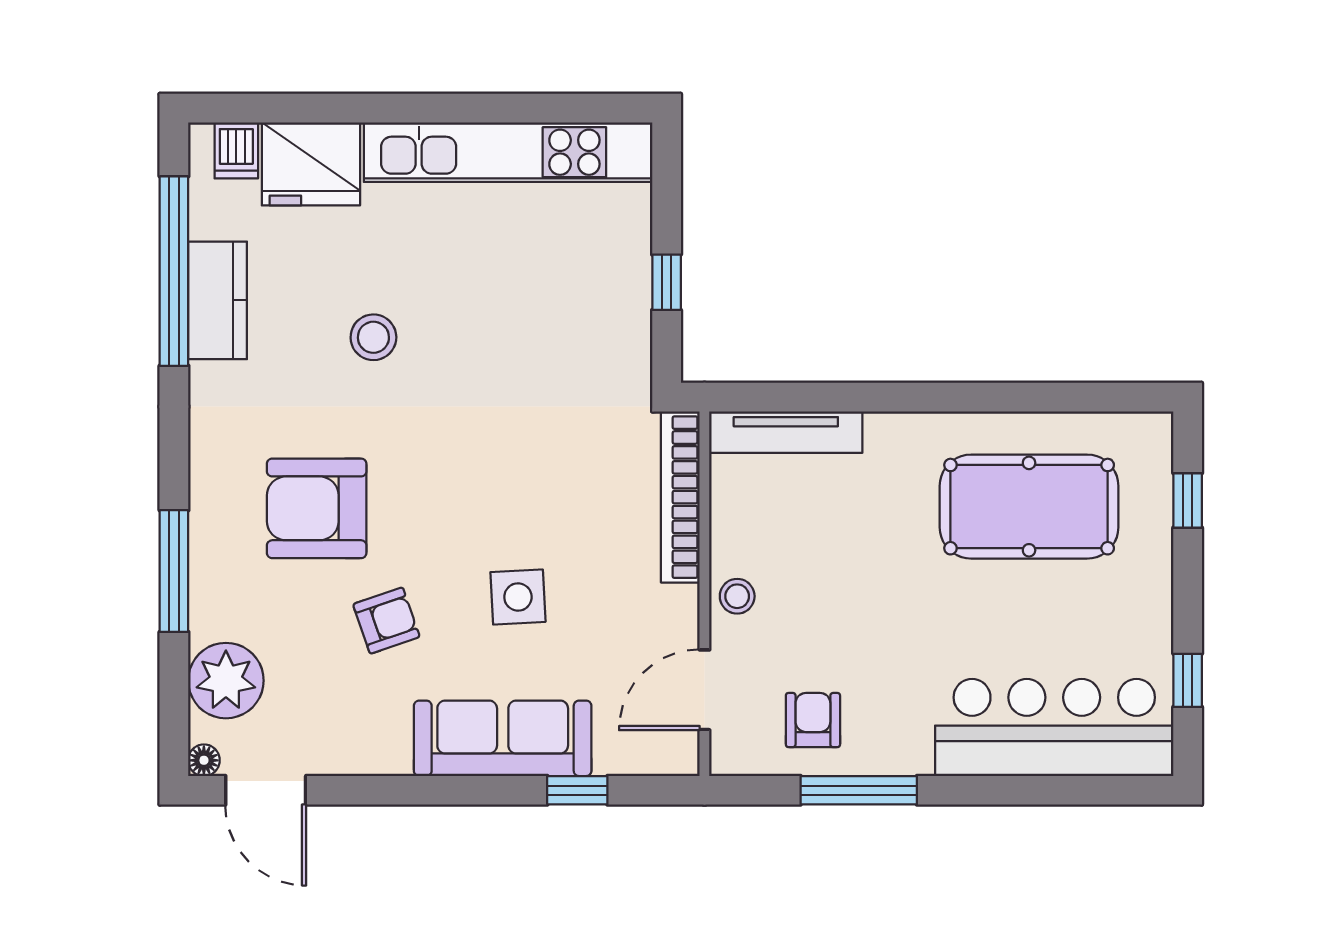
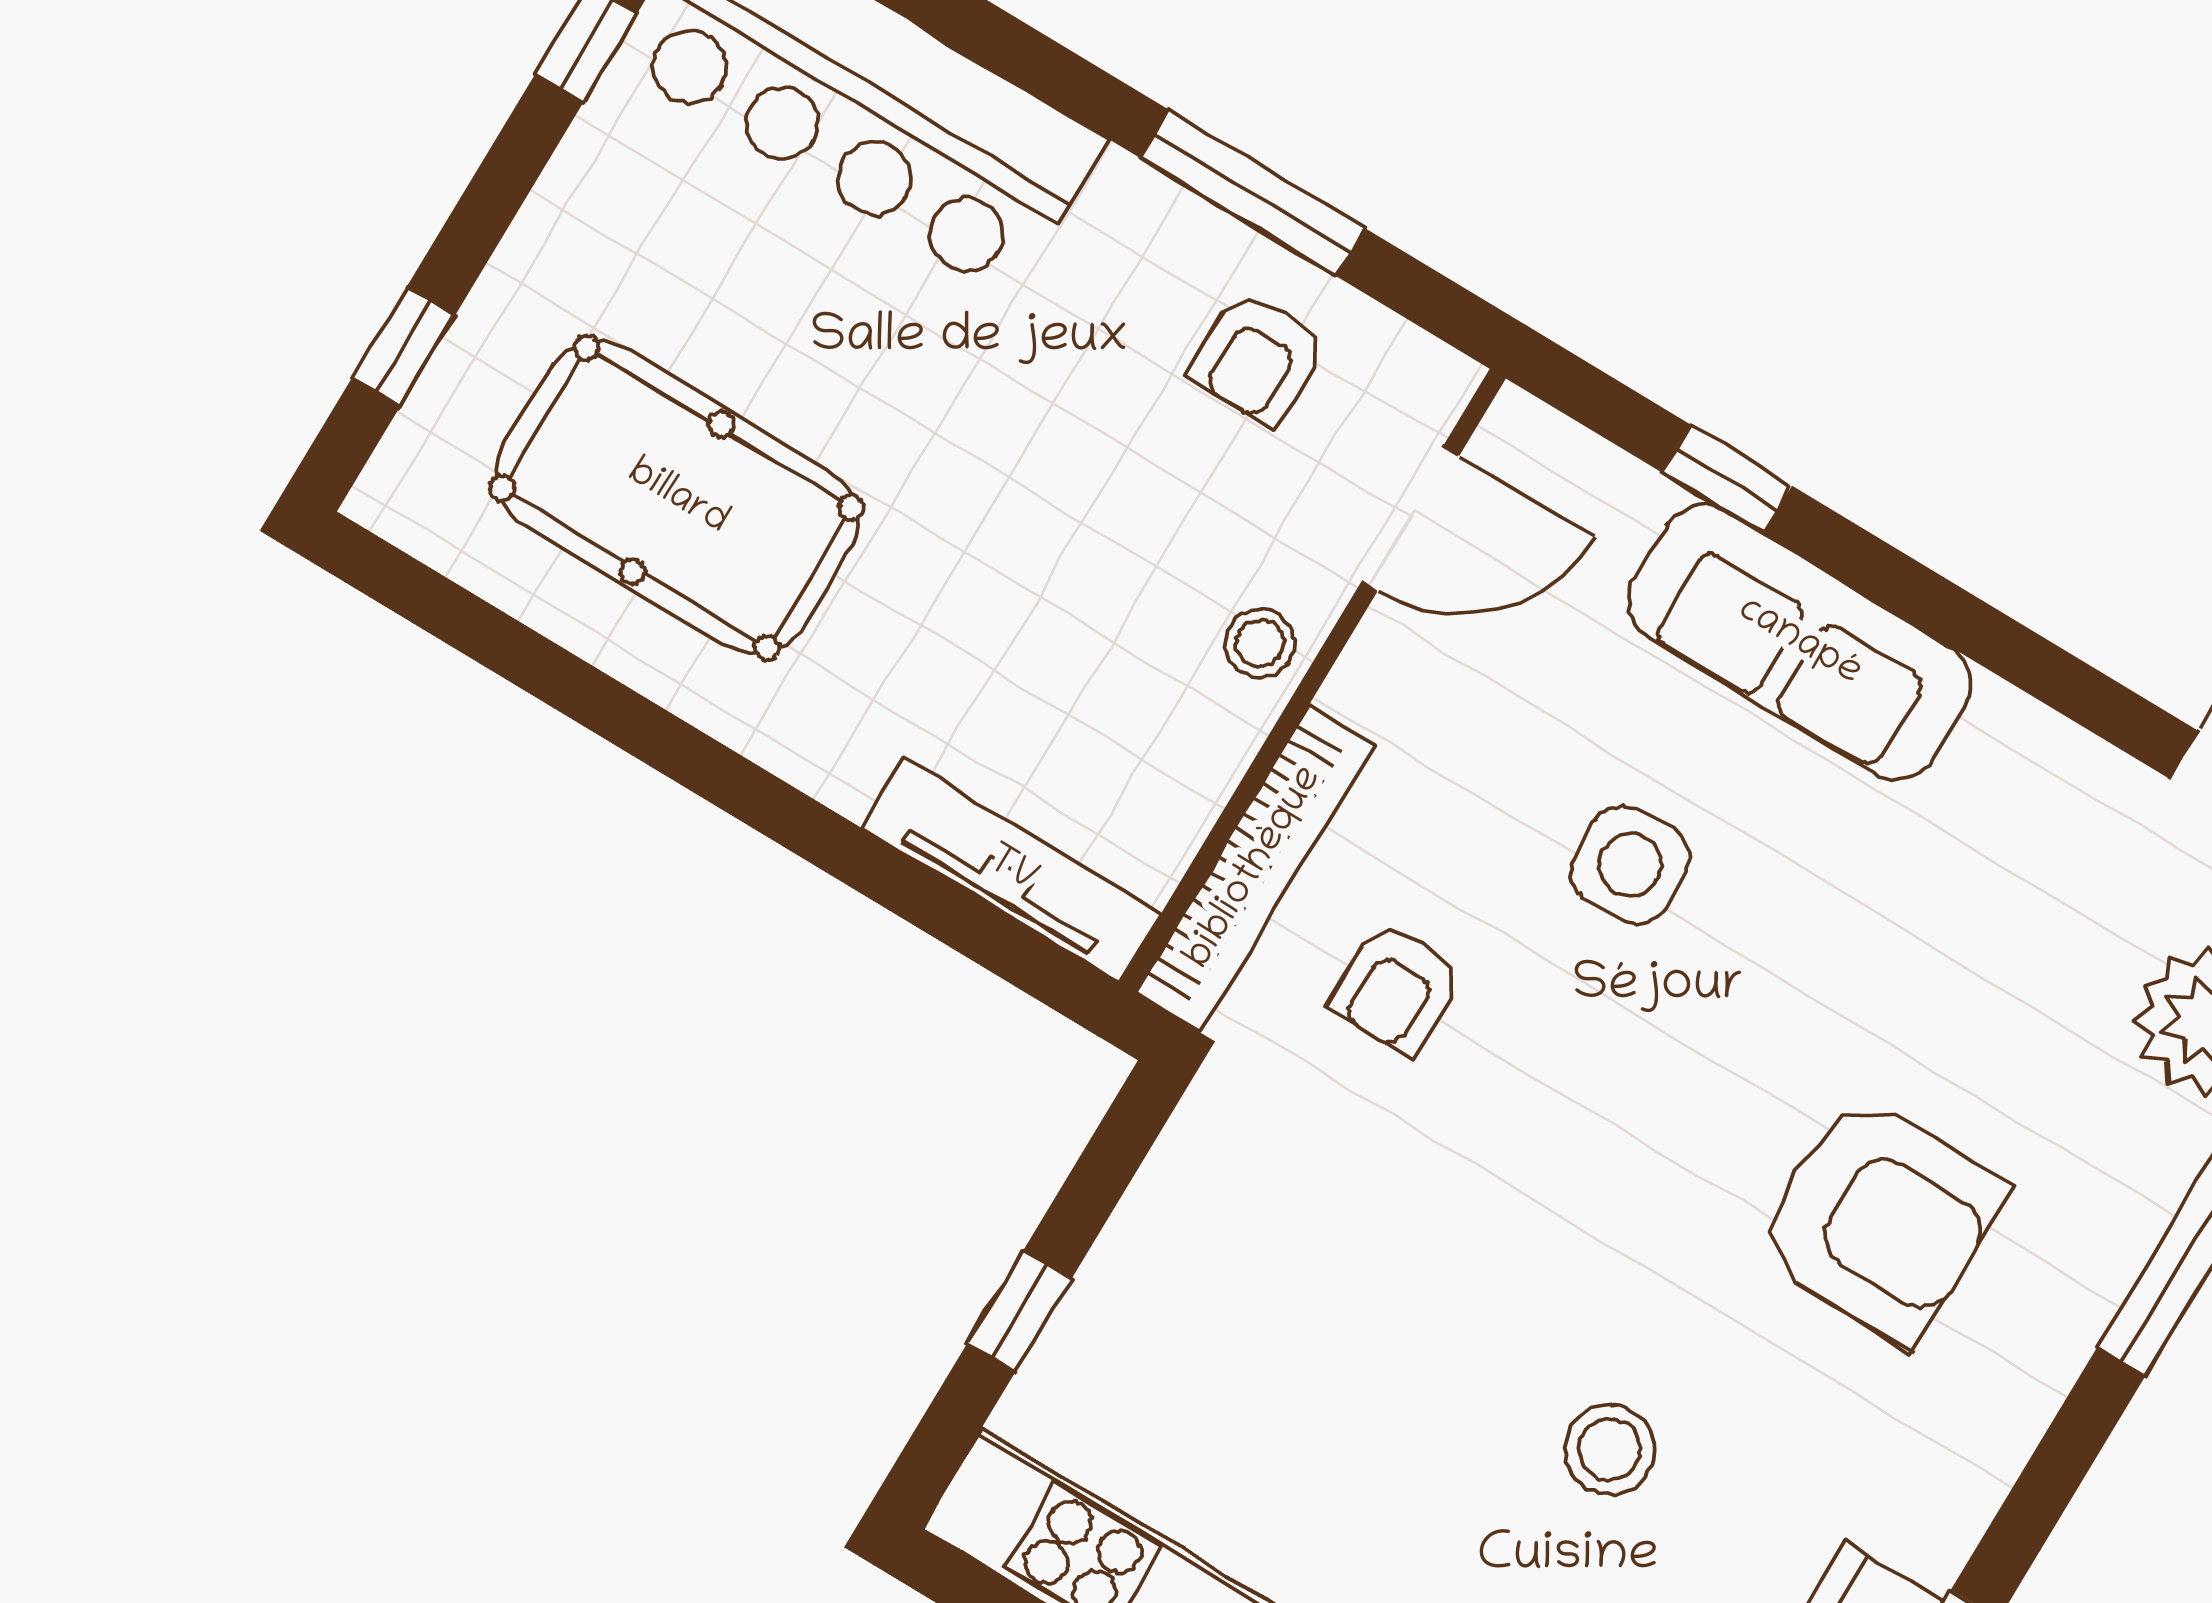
window: (667, 282) -> (1019, 1311), moved
armchair: (386, 621) -> (1396, 989), moved, turned -71

